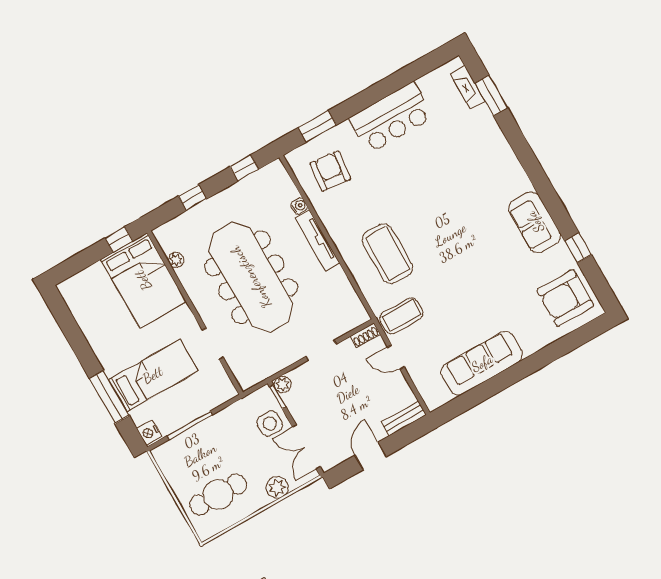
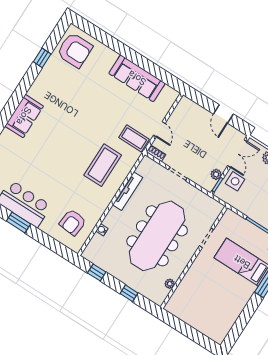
window: (317, 126) -> (18, 222), moved
sofa: (535, 222) -> (24, 116), moved
window: (119, 239) -> (175, 323), removed
tv unit: (318, 241) -> (128, 191), moved
bed: (143, 280) -> (191, 296), removed
plant: (283, 384) -> (216, 174), moved
bench: (404, 418) -> (192, 106), removed
door: (371, 456) -> (223, 114), hinge flipped

